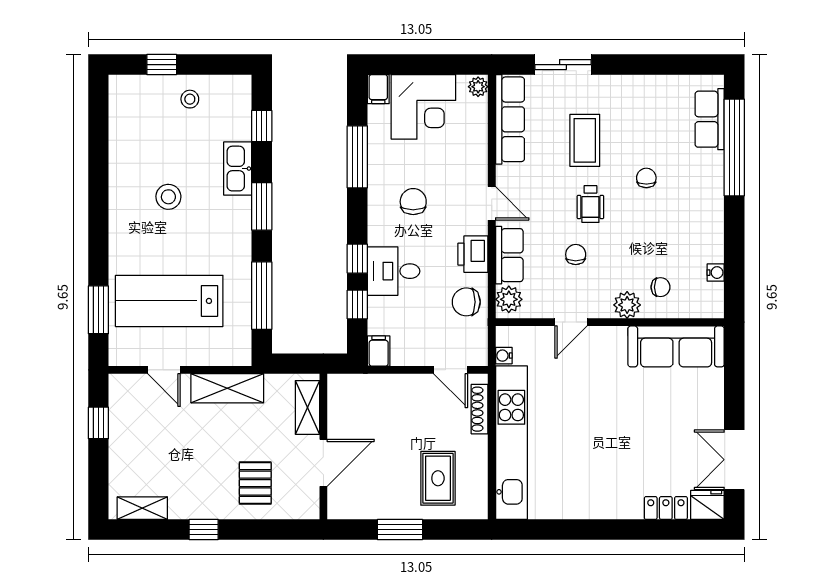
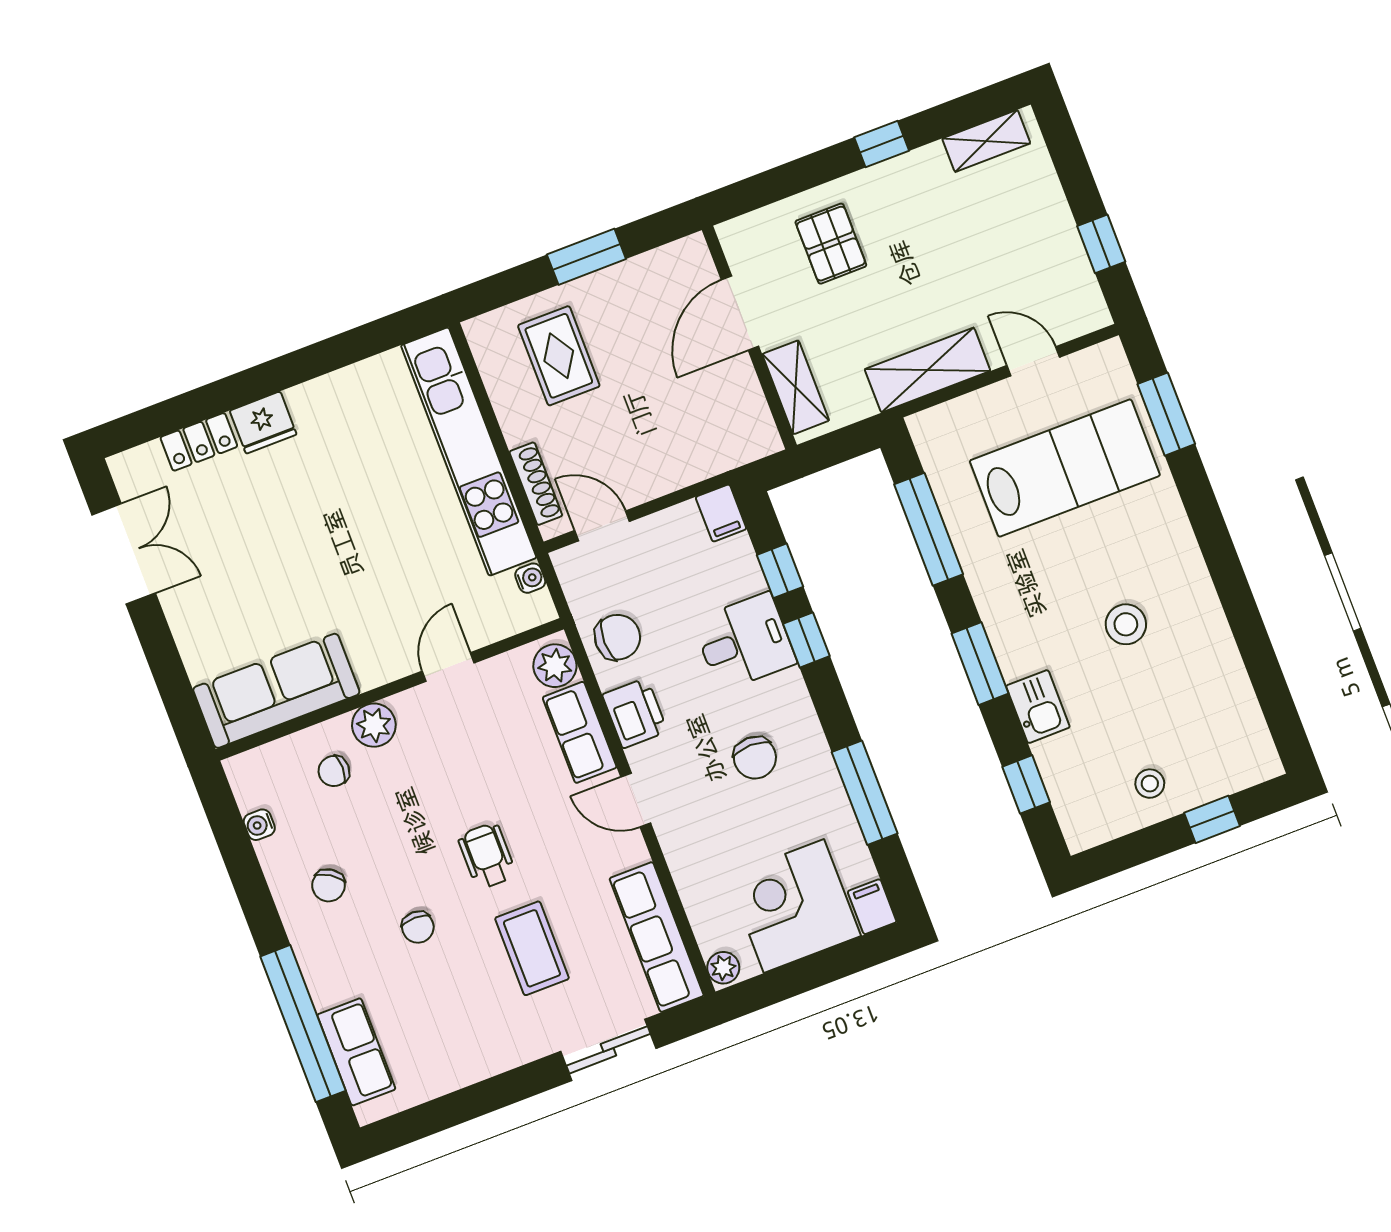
kitchen sink: (238, 169) -> (1038, 707), width x0.73
chair: (576, 254) -> (329, 885), moved, turned 33
fridge: (707, 505) -> (263, 423), moved

